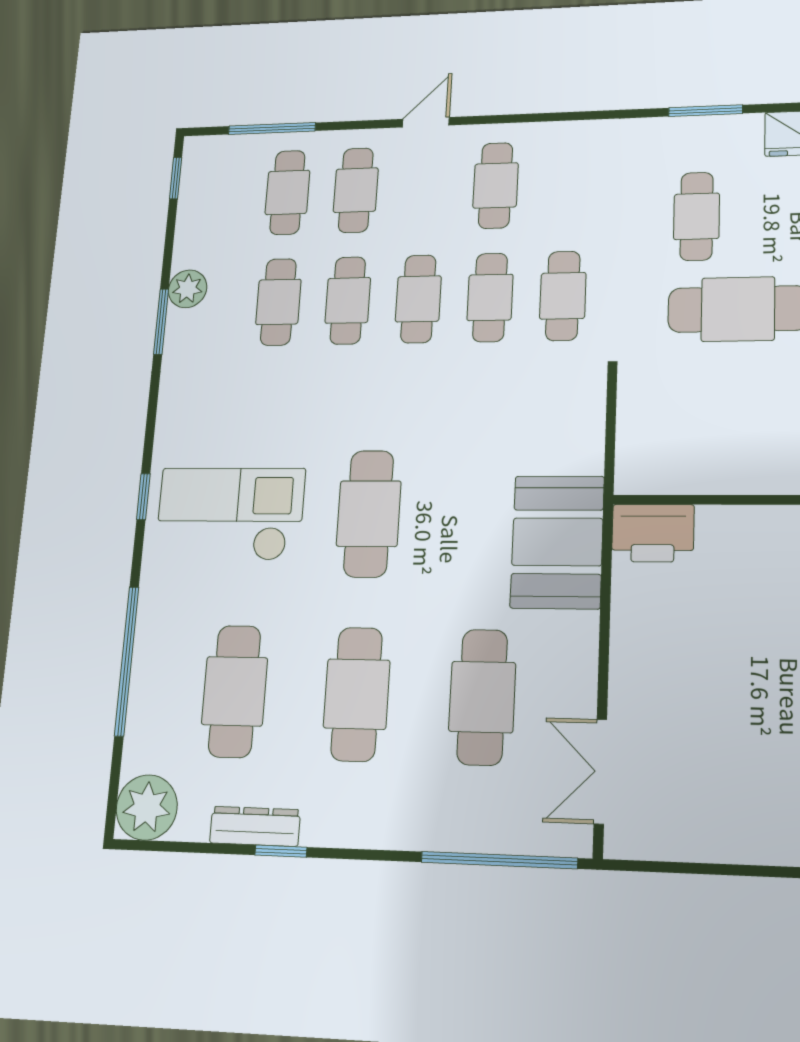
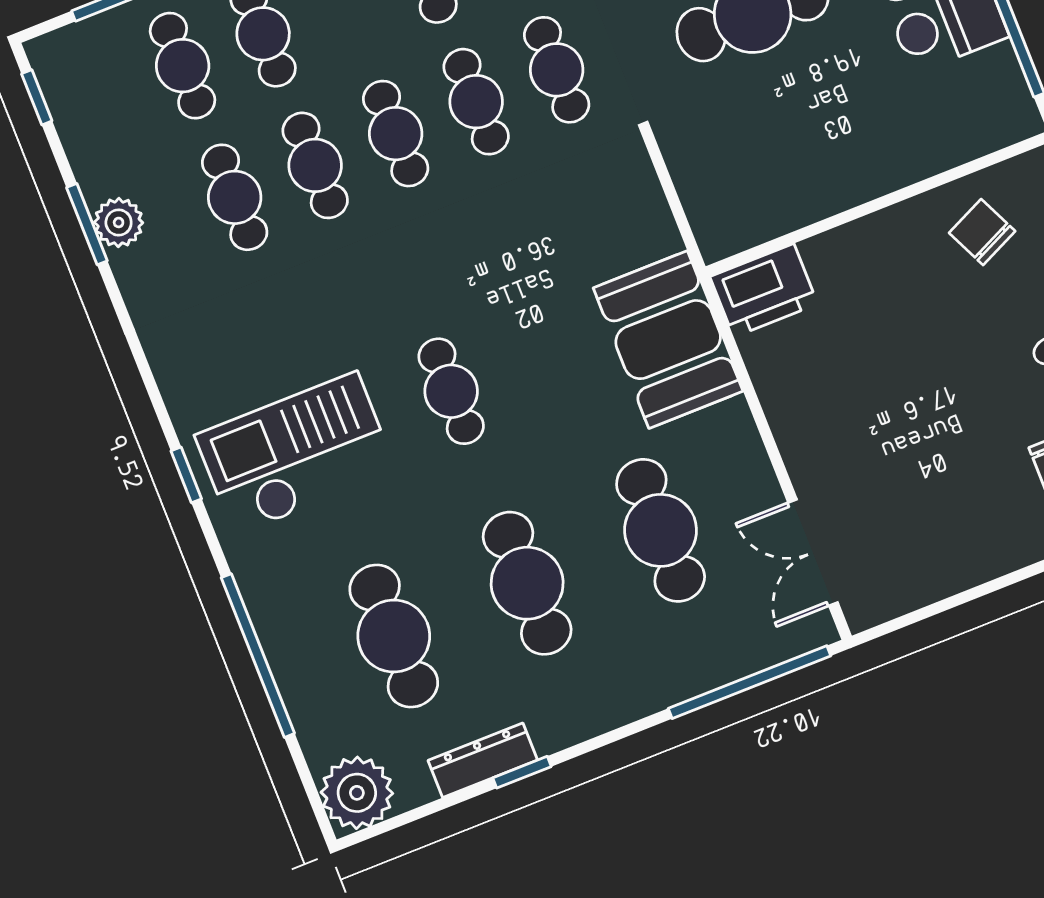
window: (161, 322) -> (87, 224), moved
cafe table: (369, 514) -> (451, 391), width x0.73, depth x0.74

